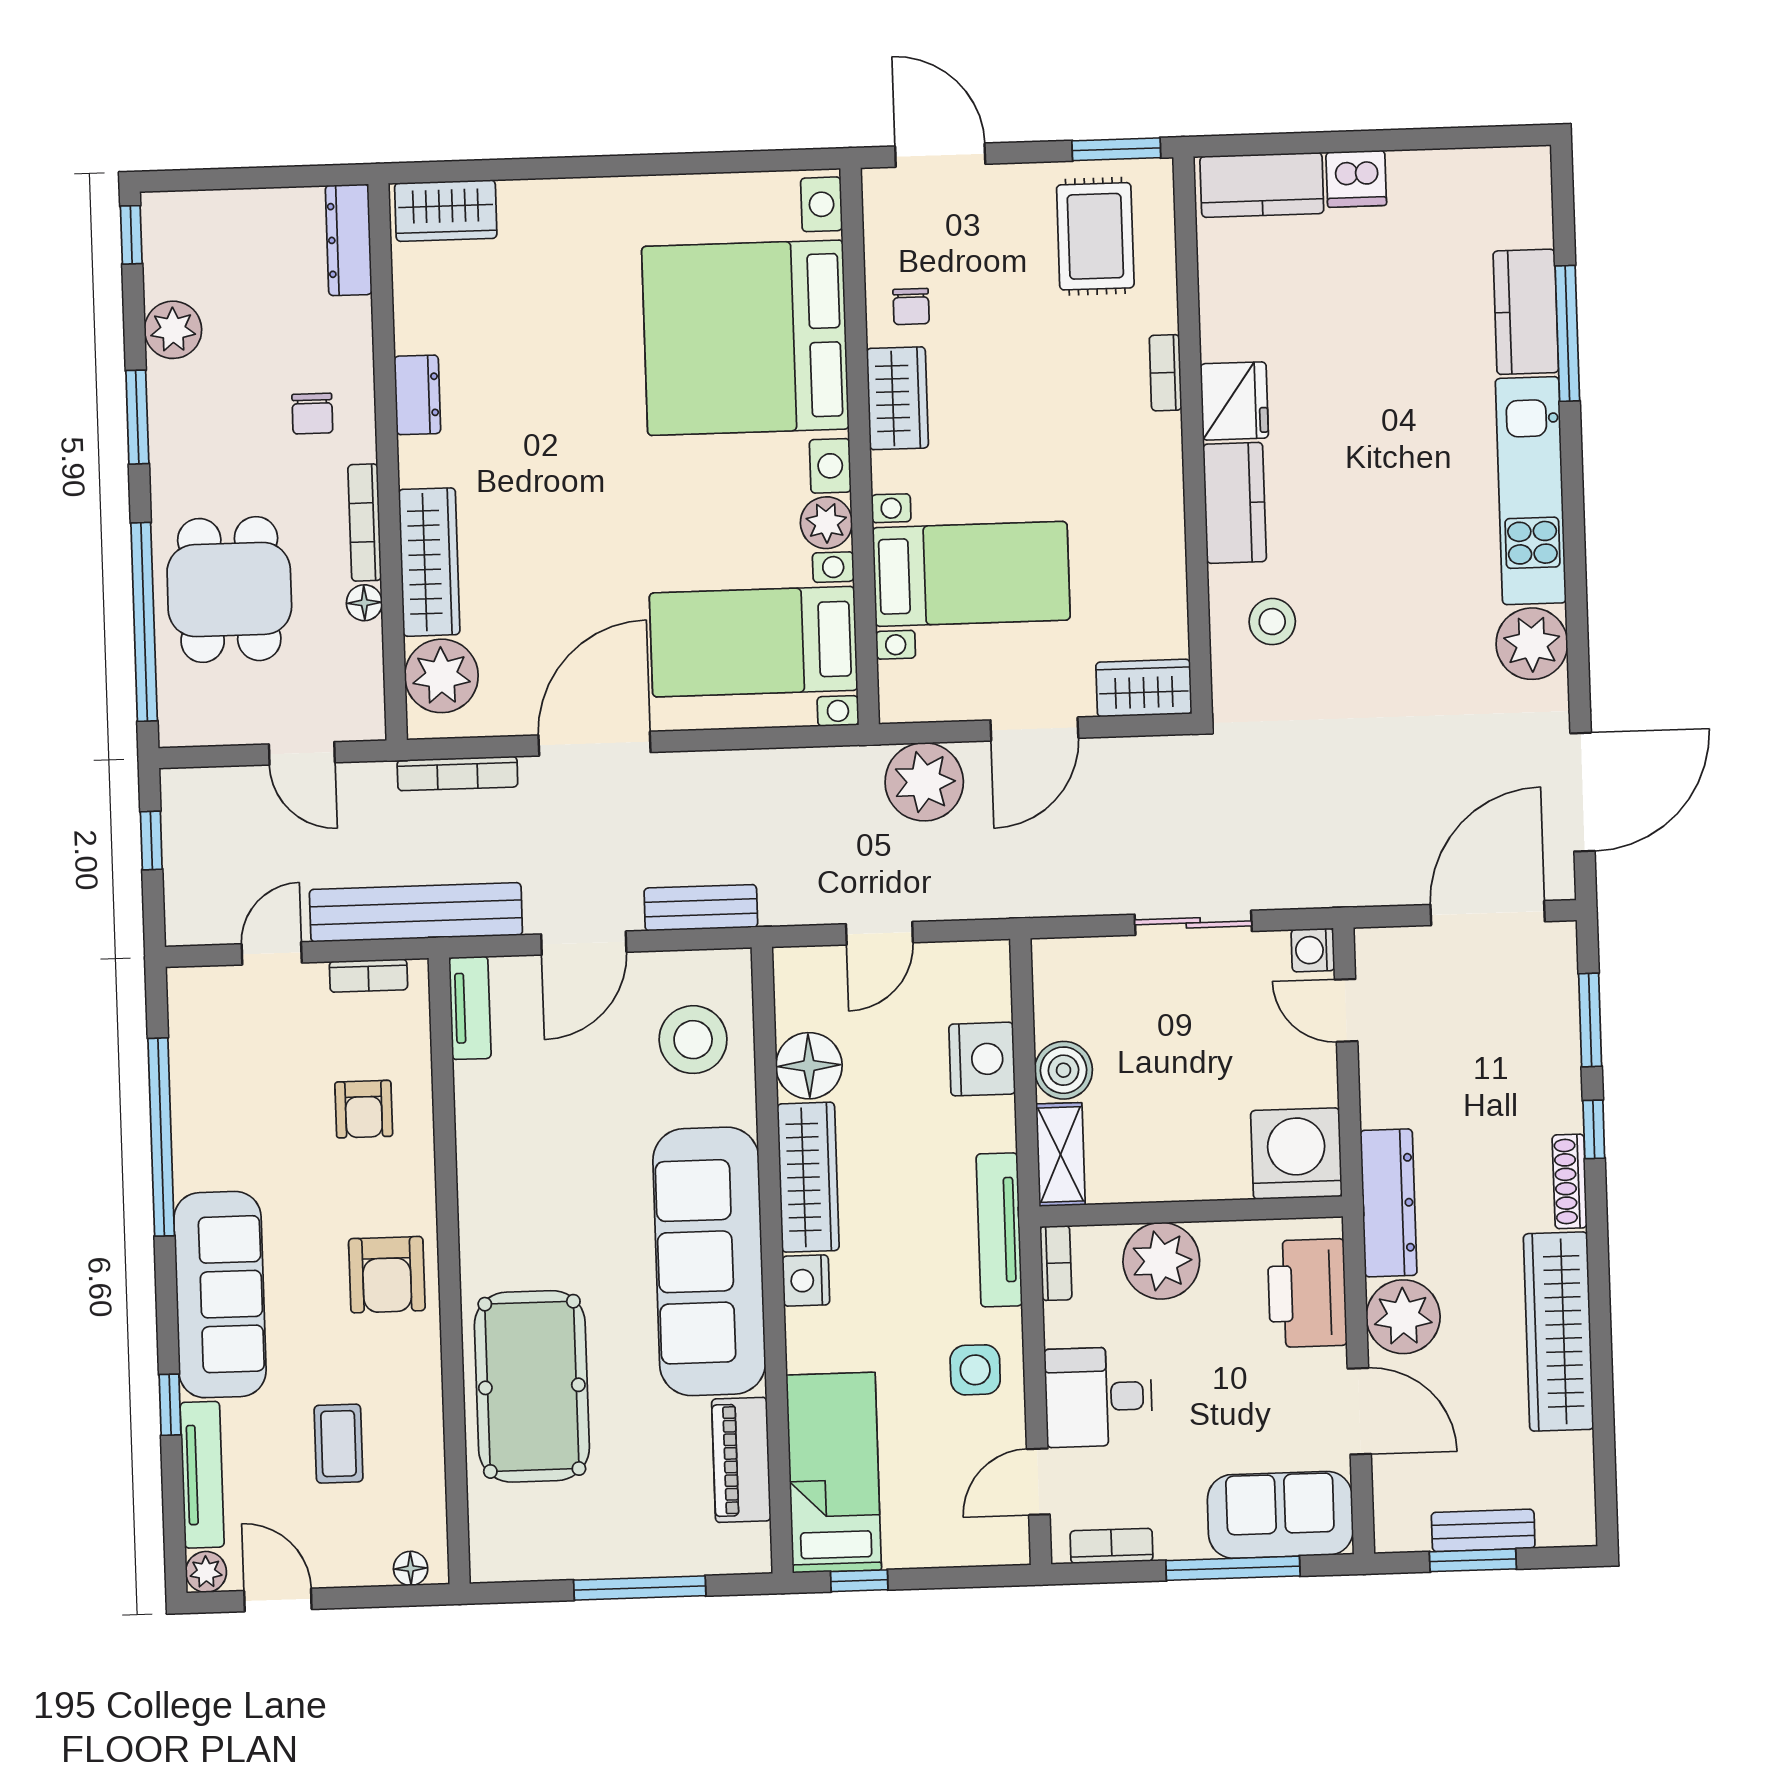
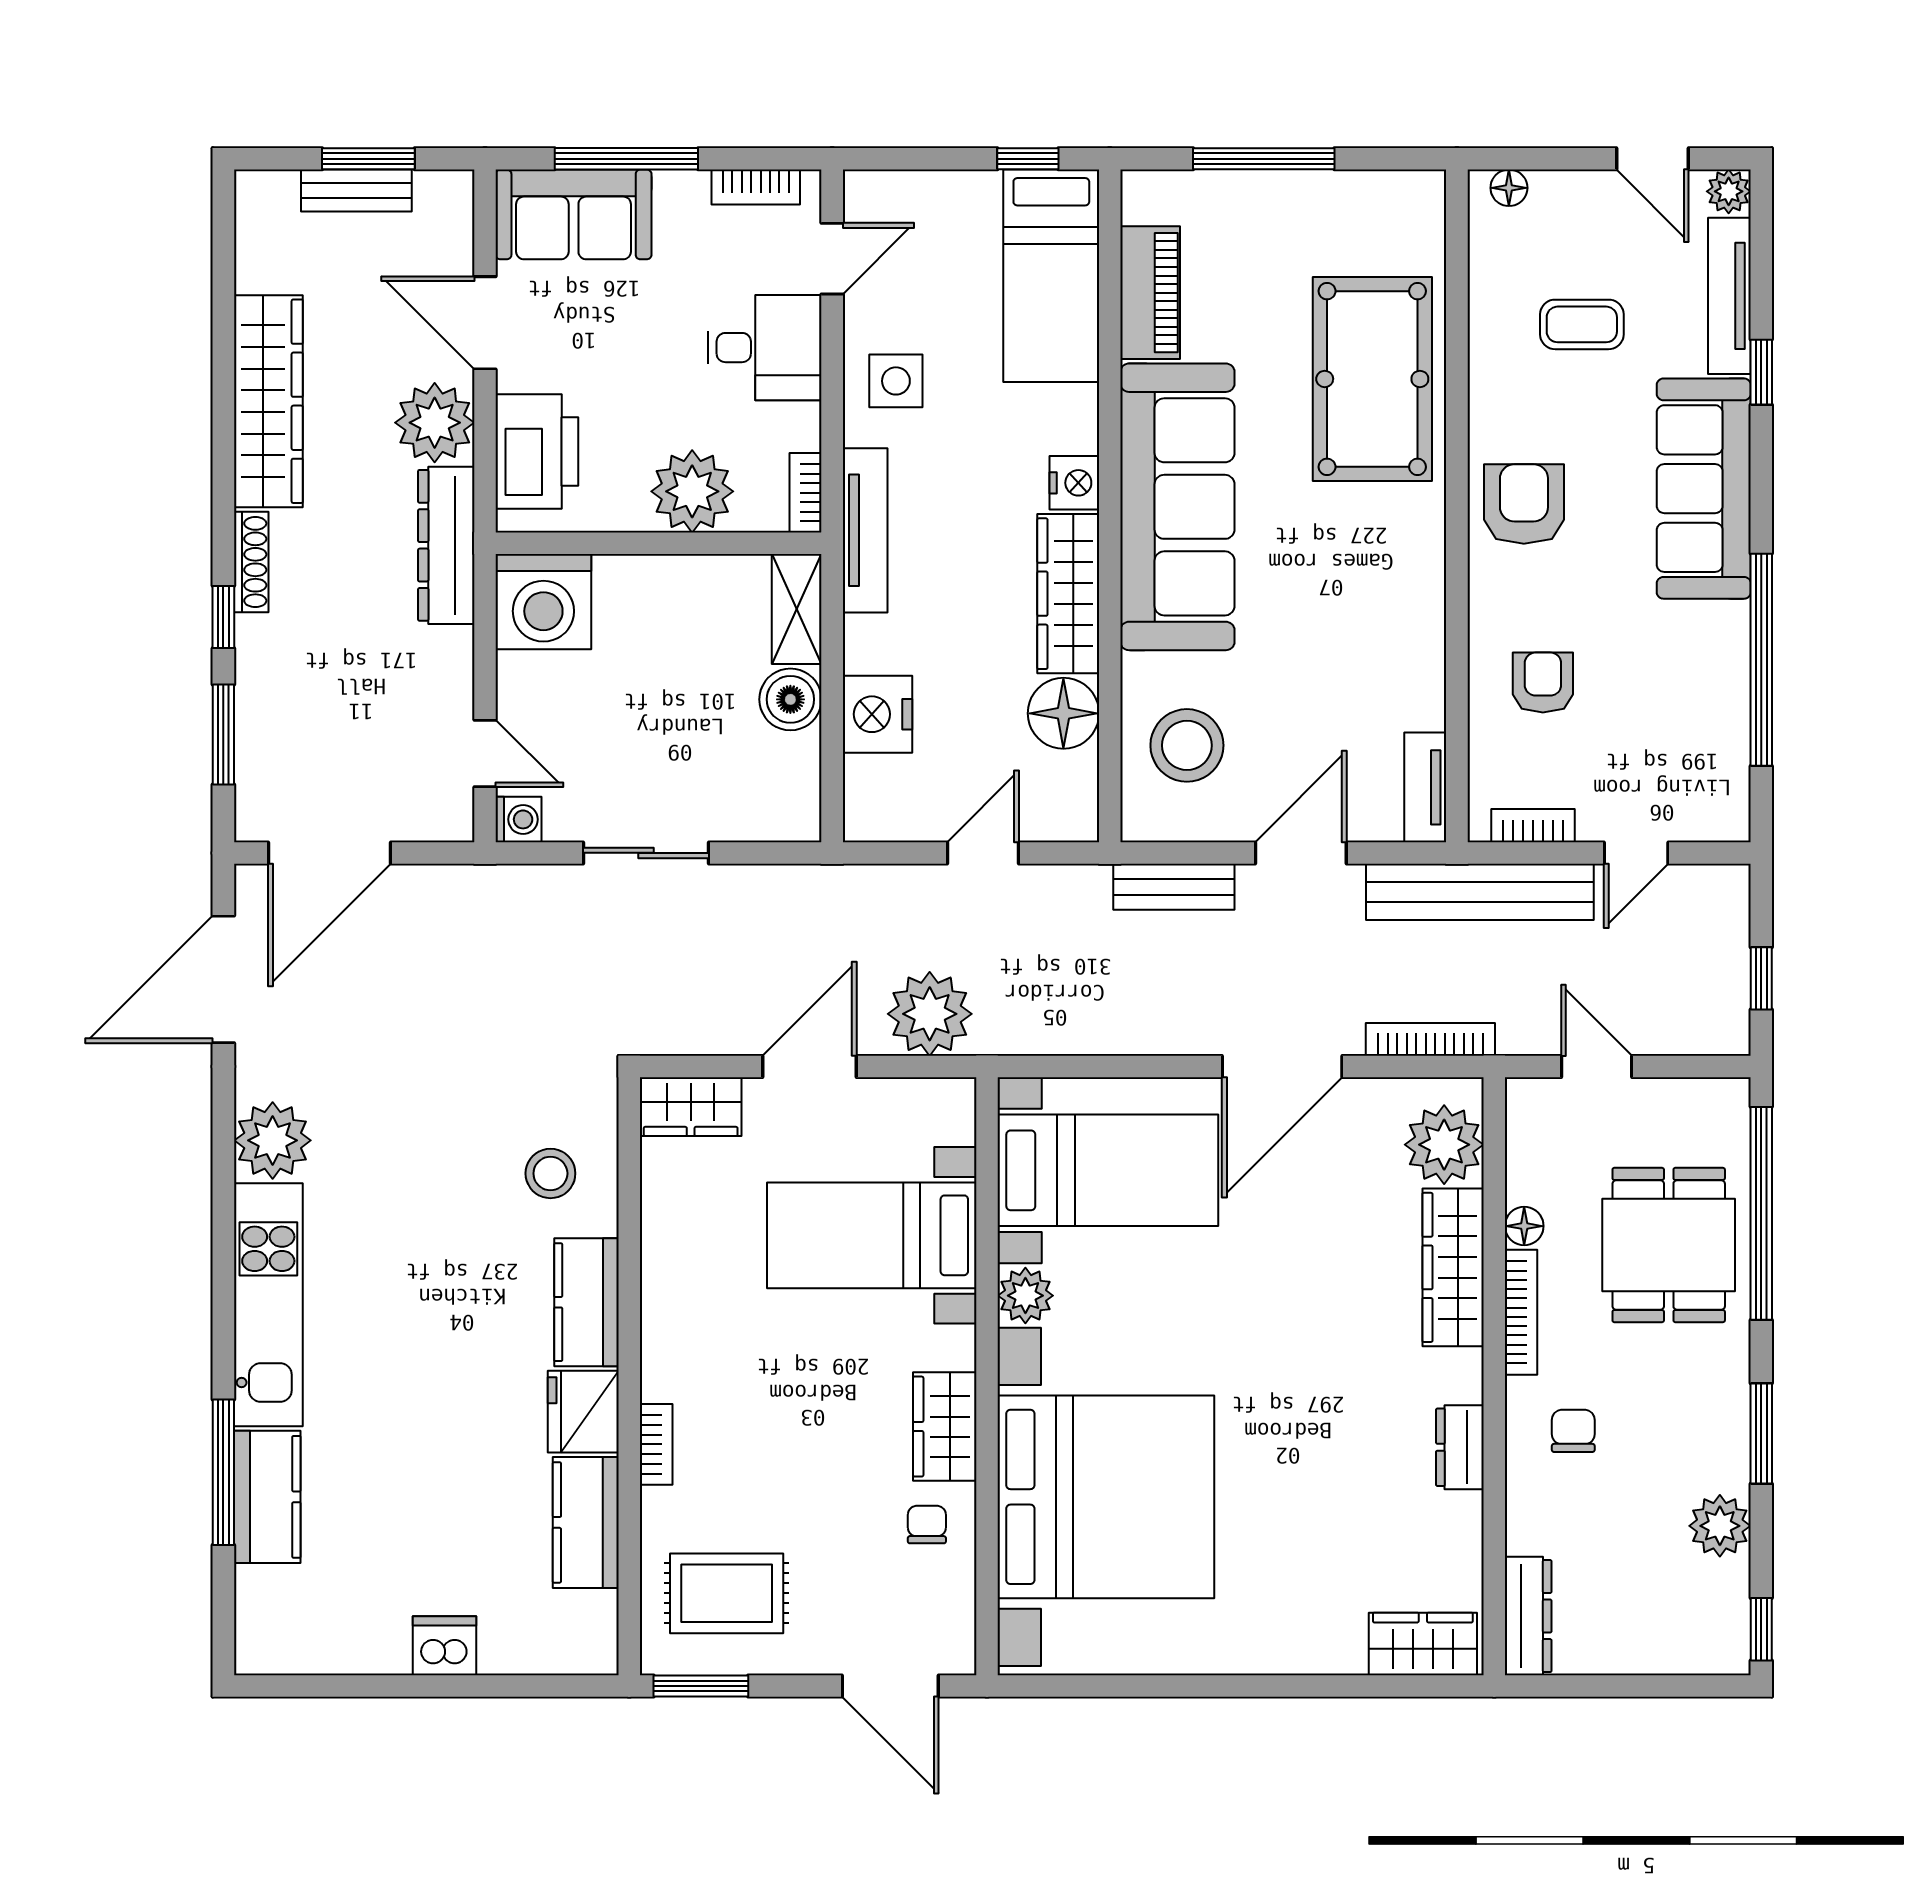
kitchen counter: (1262, 185) -> (586, 1522), moved, turned -90
rug: (1095, 236) -> (727, 1593), turned 90
coffee table: (339, 1444) -> (1582, 324), turned 90

